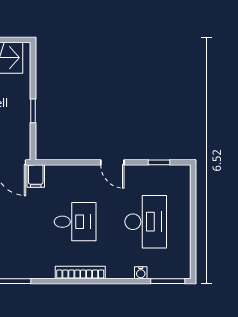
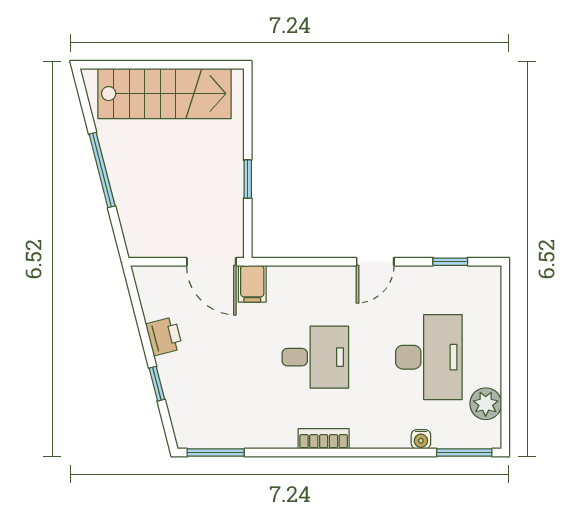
door: (112, 162) -> (375, 262), hinge flipped
plant: (181, 251) -> (486, 404), added
bookcase: (80, 272) -> (324, 439), width x0.64

